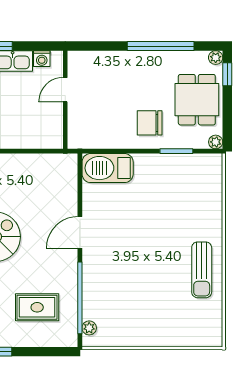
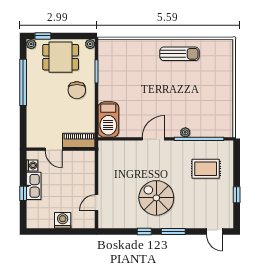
piano: (78, 126) -> (79, 140), added
door: (80, 232) -> (153, 139), swing flipped
rug: (37, 307) -> (206, 169), turned 90
plant: (89, 328) -> (185, 132), moved

